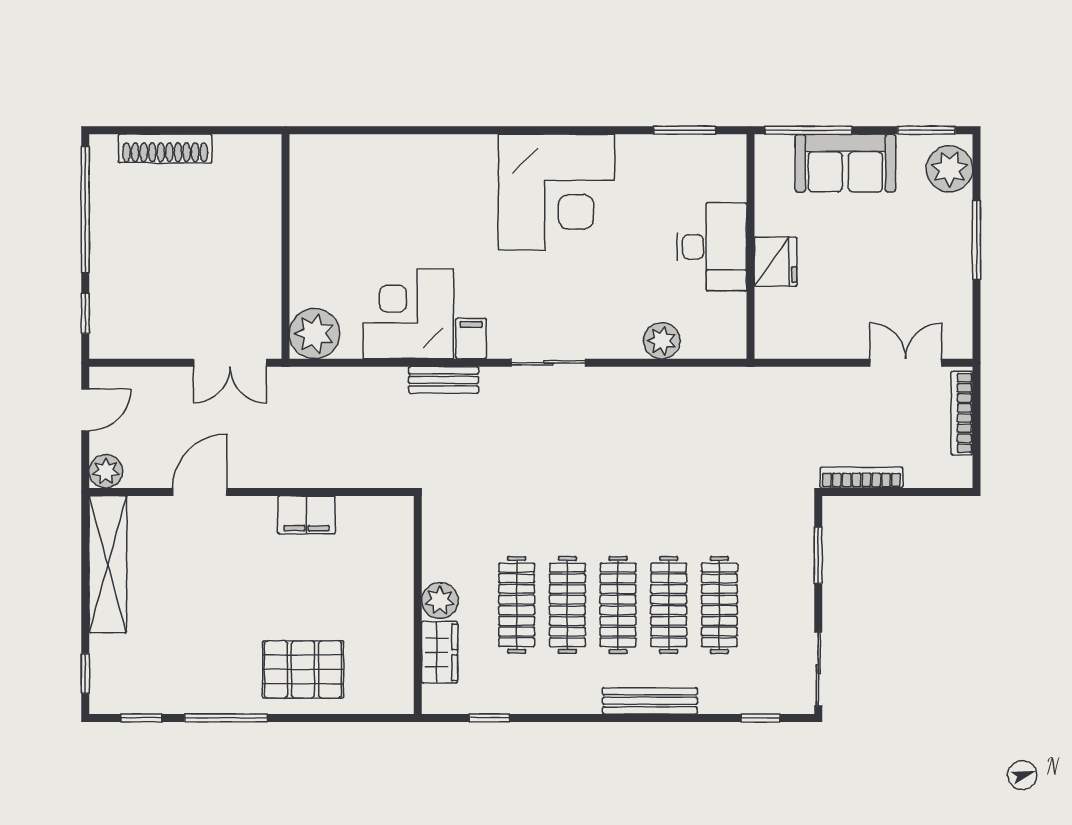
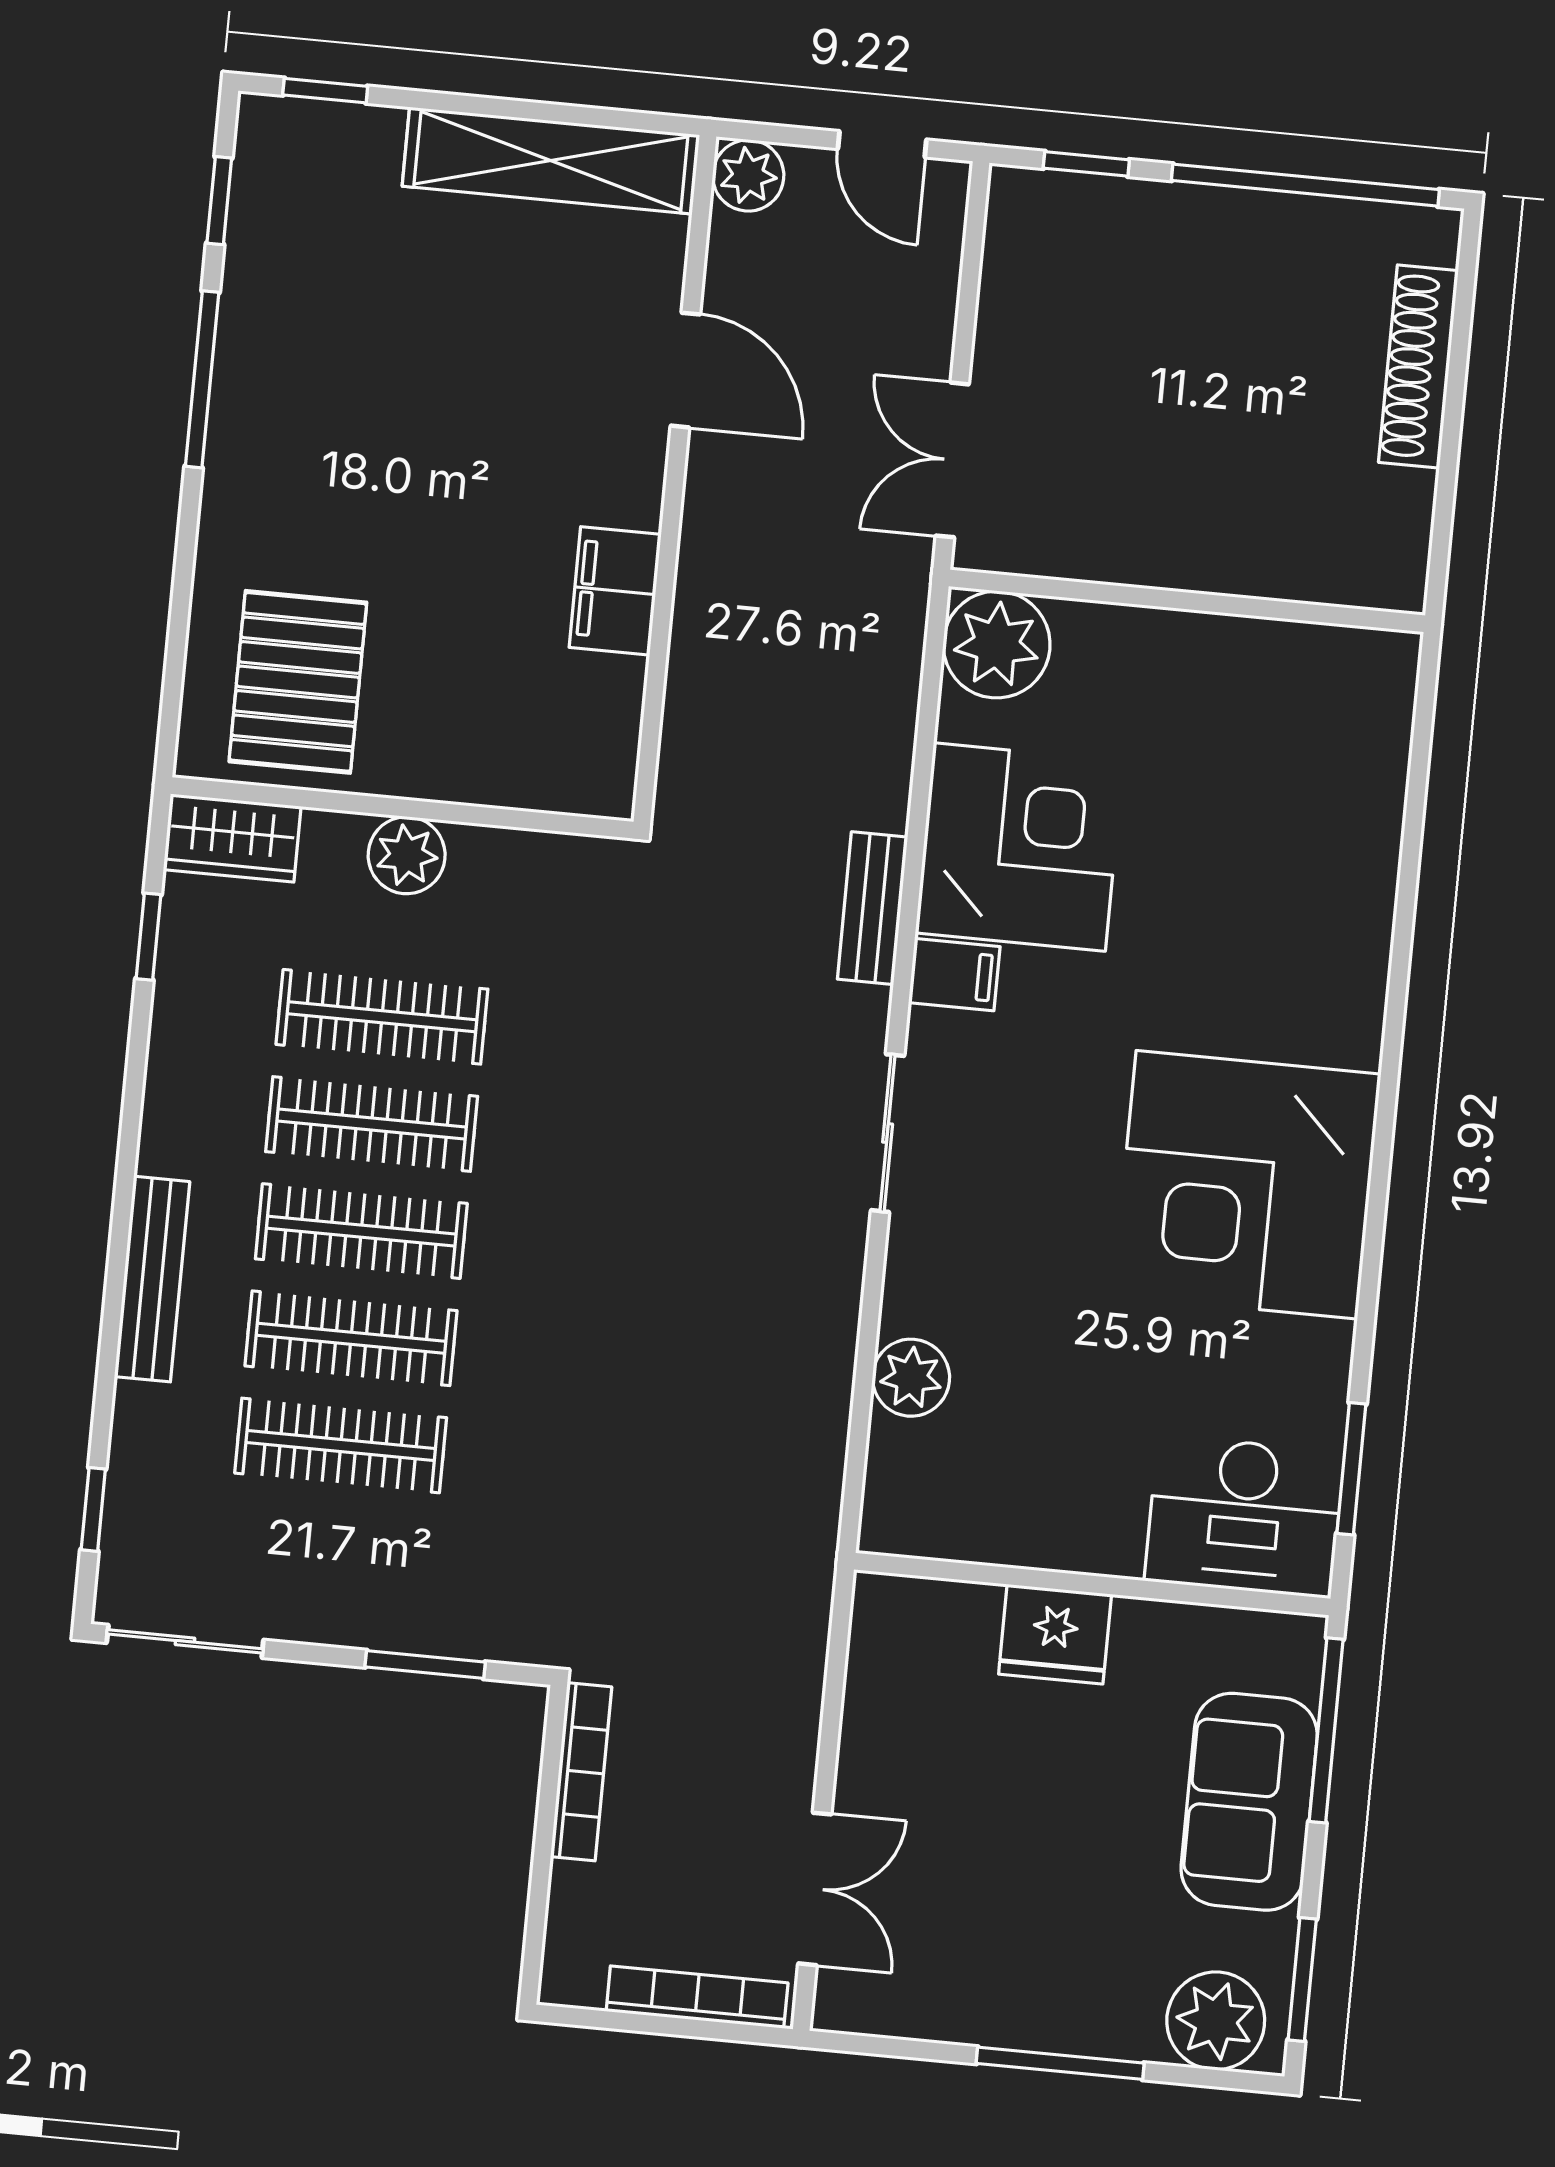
desk: (712, 247) -> (1244, 1516), moved
wardrobe: (440, 652) -> (232, 838), moved
pallet: (303, 669) -> (298, 682), moved

